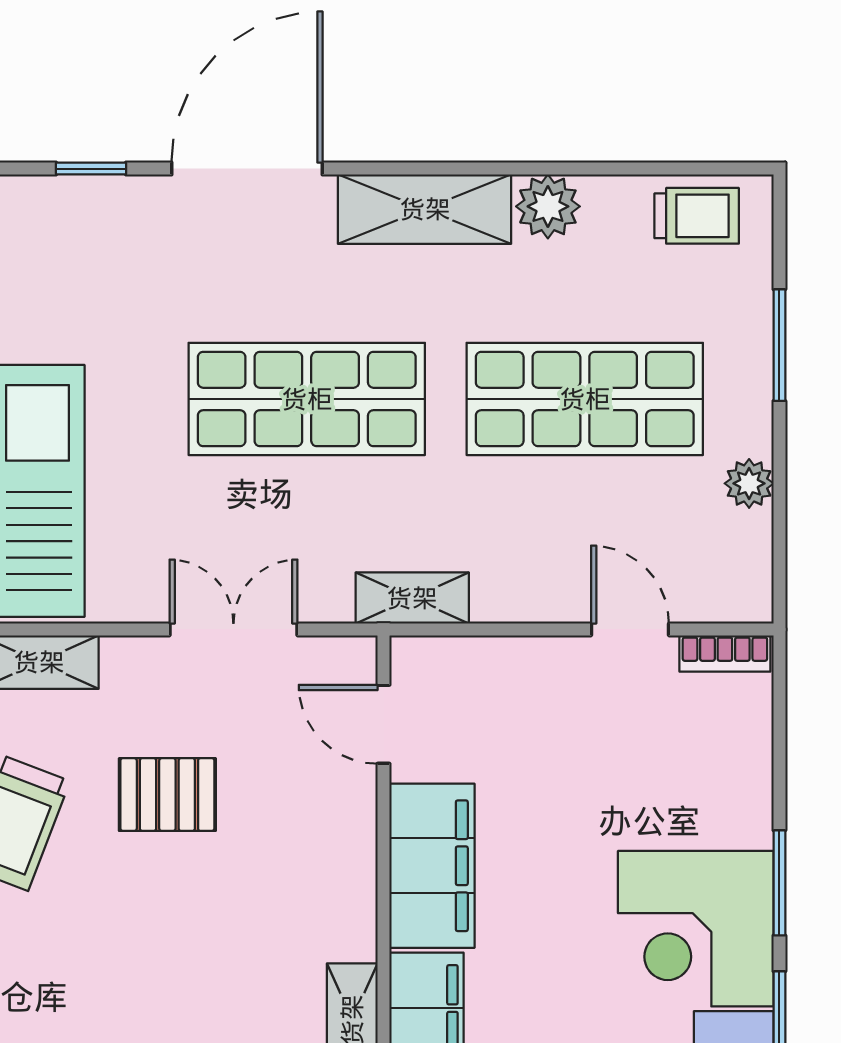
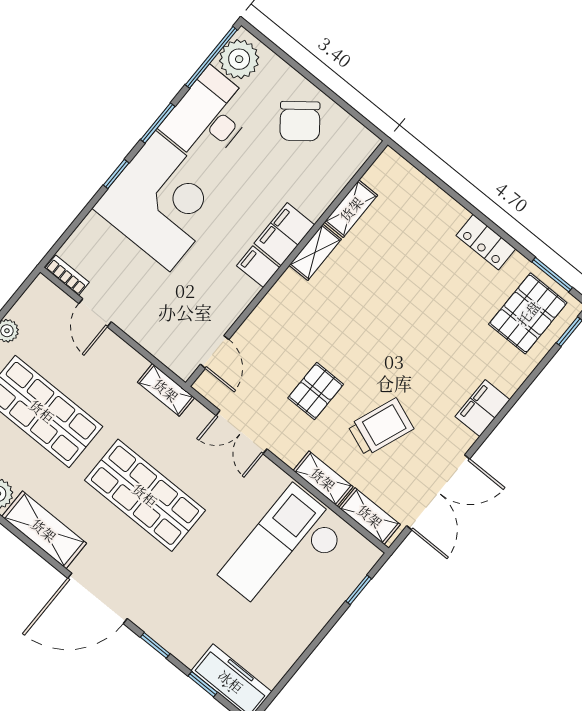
pallet: (167, 795) -> (316, 391), turned 90
filing cabinet: (432, 866) -> (258, 267), width x0.33, depth x0.86
window: (779, 883) -> (116, 174), width x0.67
corner desk: (696, 929) -> (163, 201), width x1.36, depth x1.36

